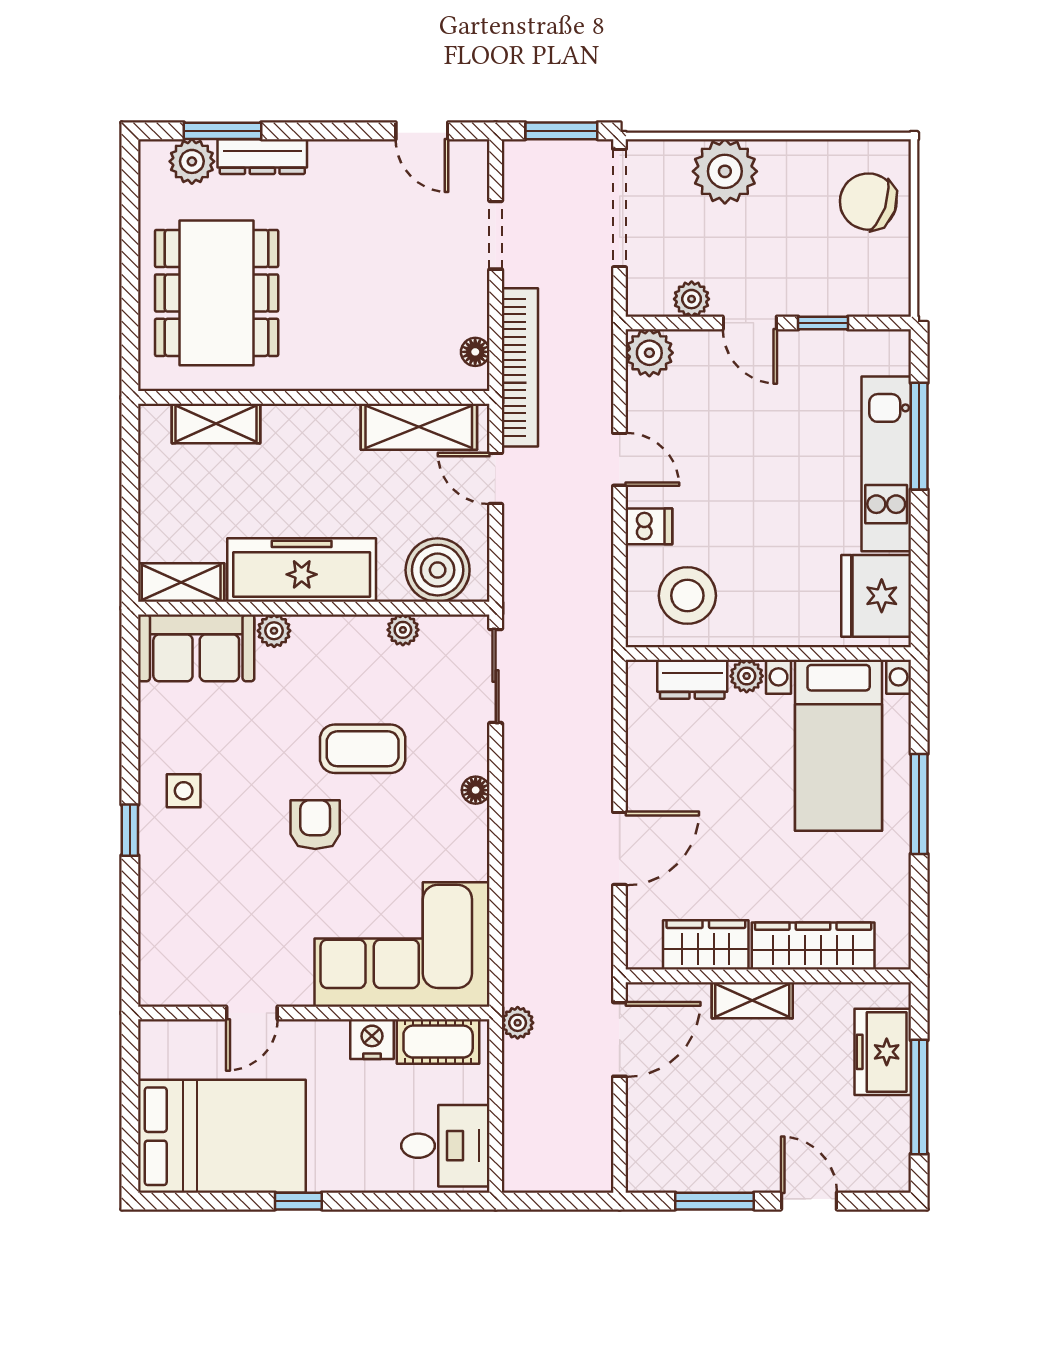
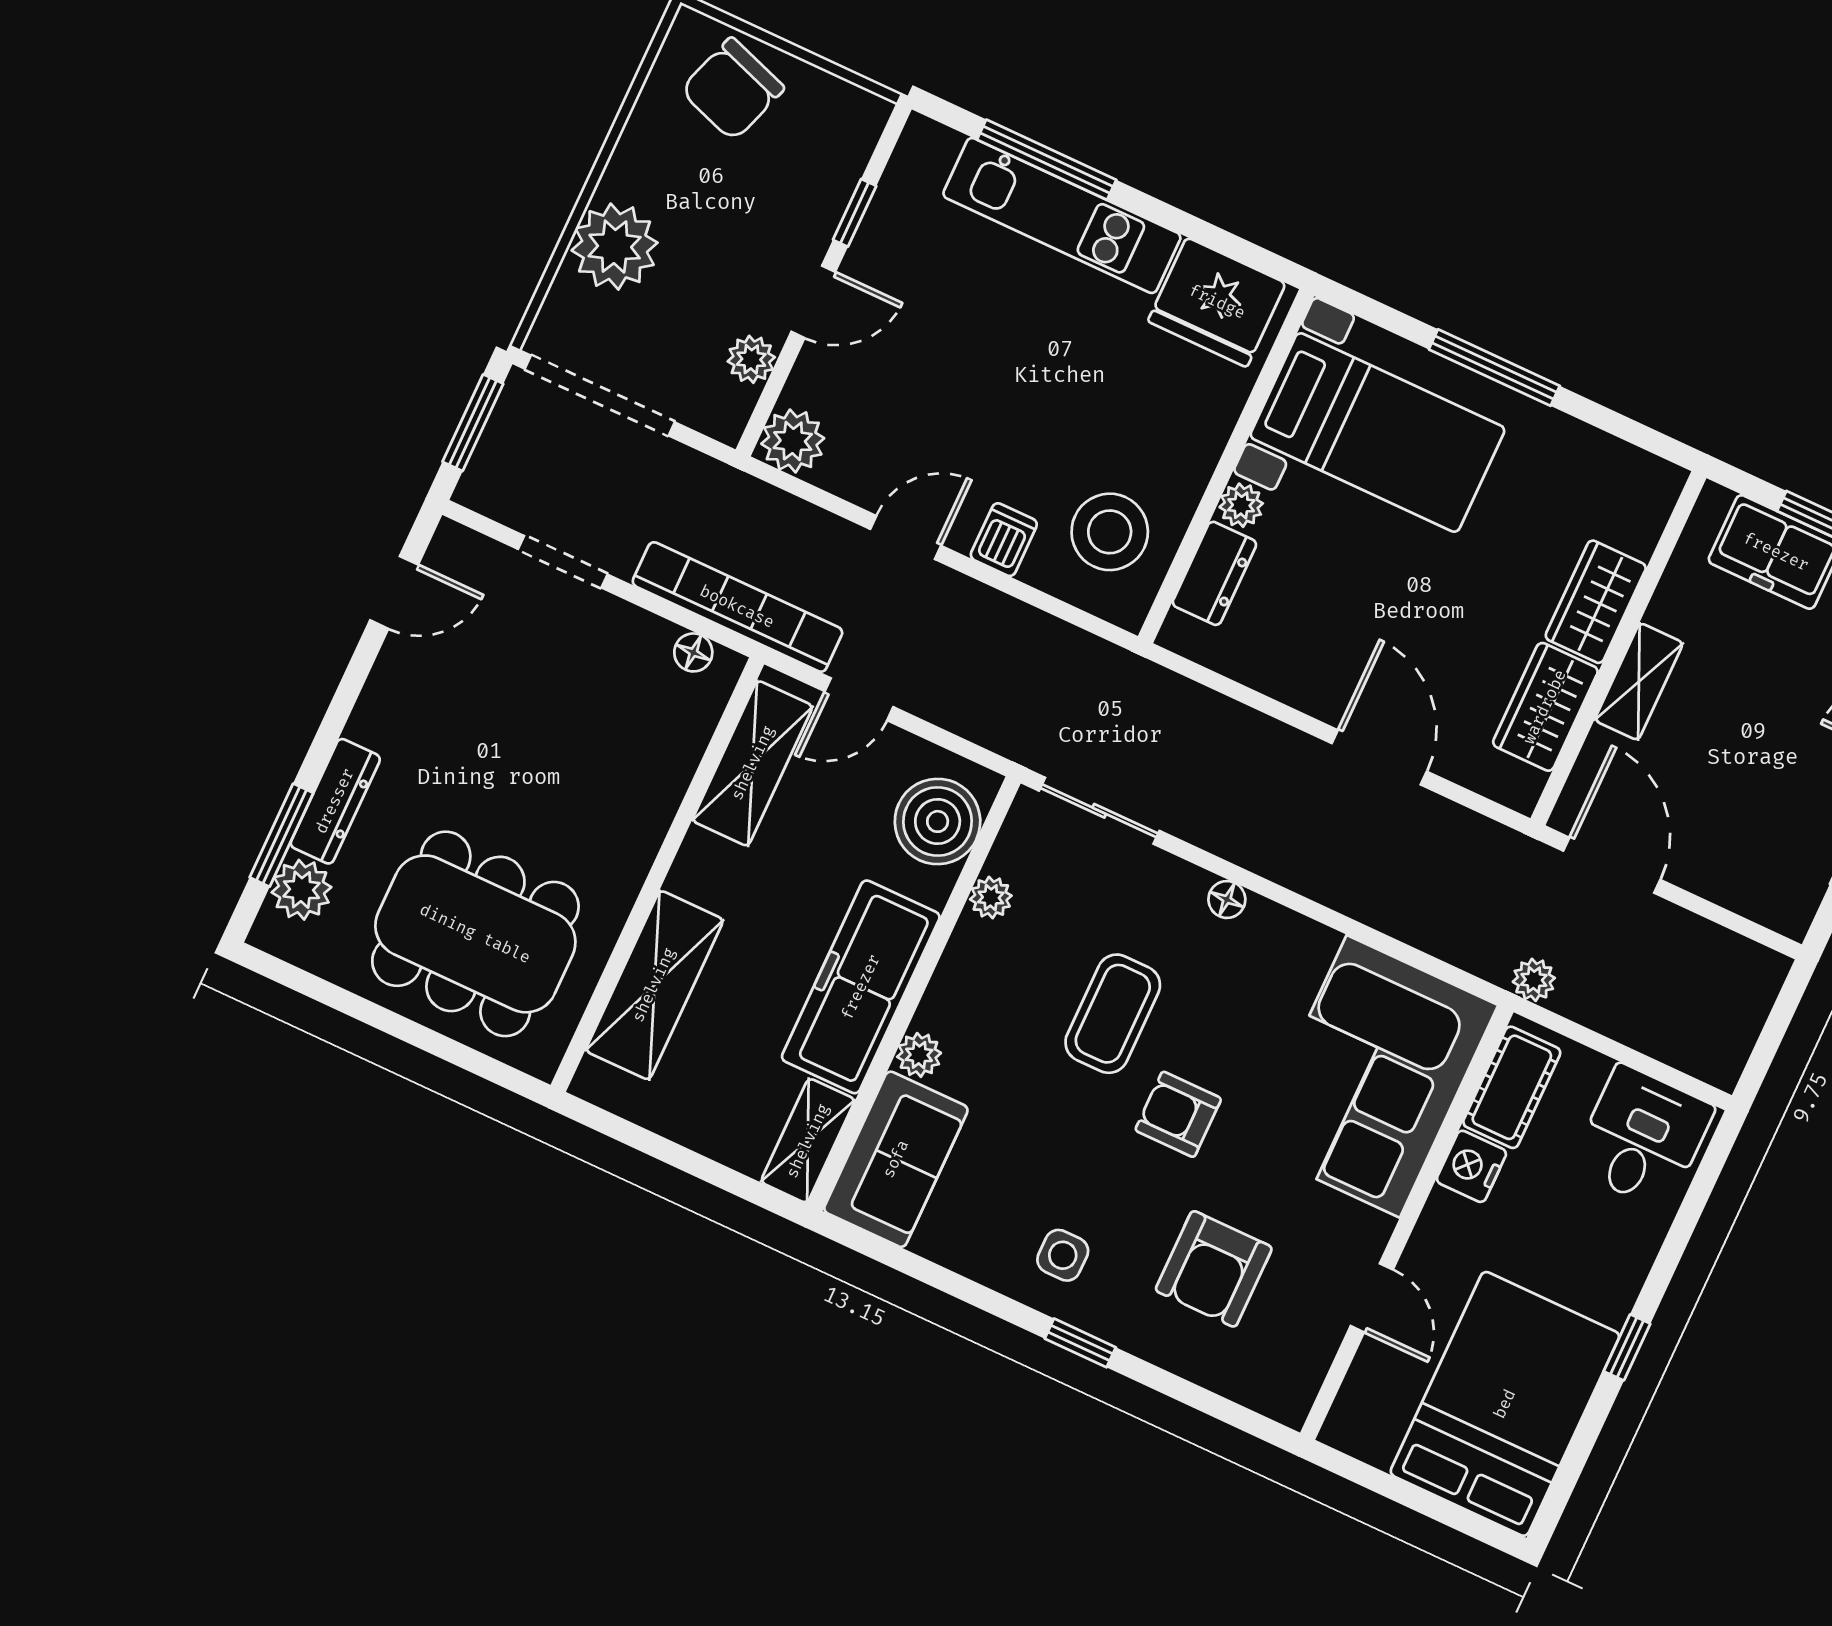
shelving: (216, 423) -> (654, 985), width x1.50, depth x1.33
armchair: (222, 897) -> (1214, 1269), added
wardrobe: (813, 946) -> (1596, 602), width x0.67

